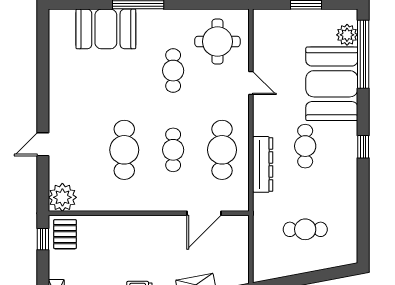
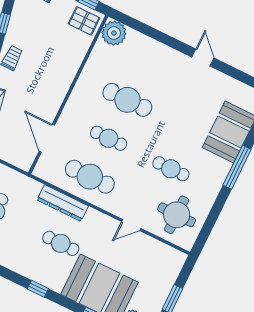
door: (43, 144) -> (203, 58), moved

